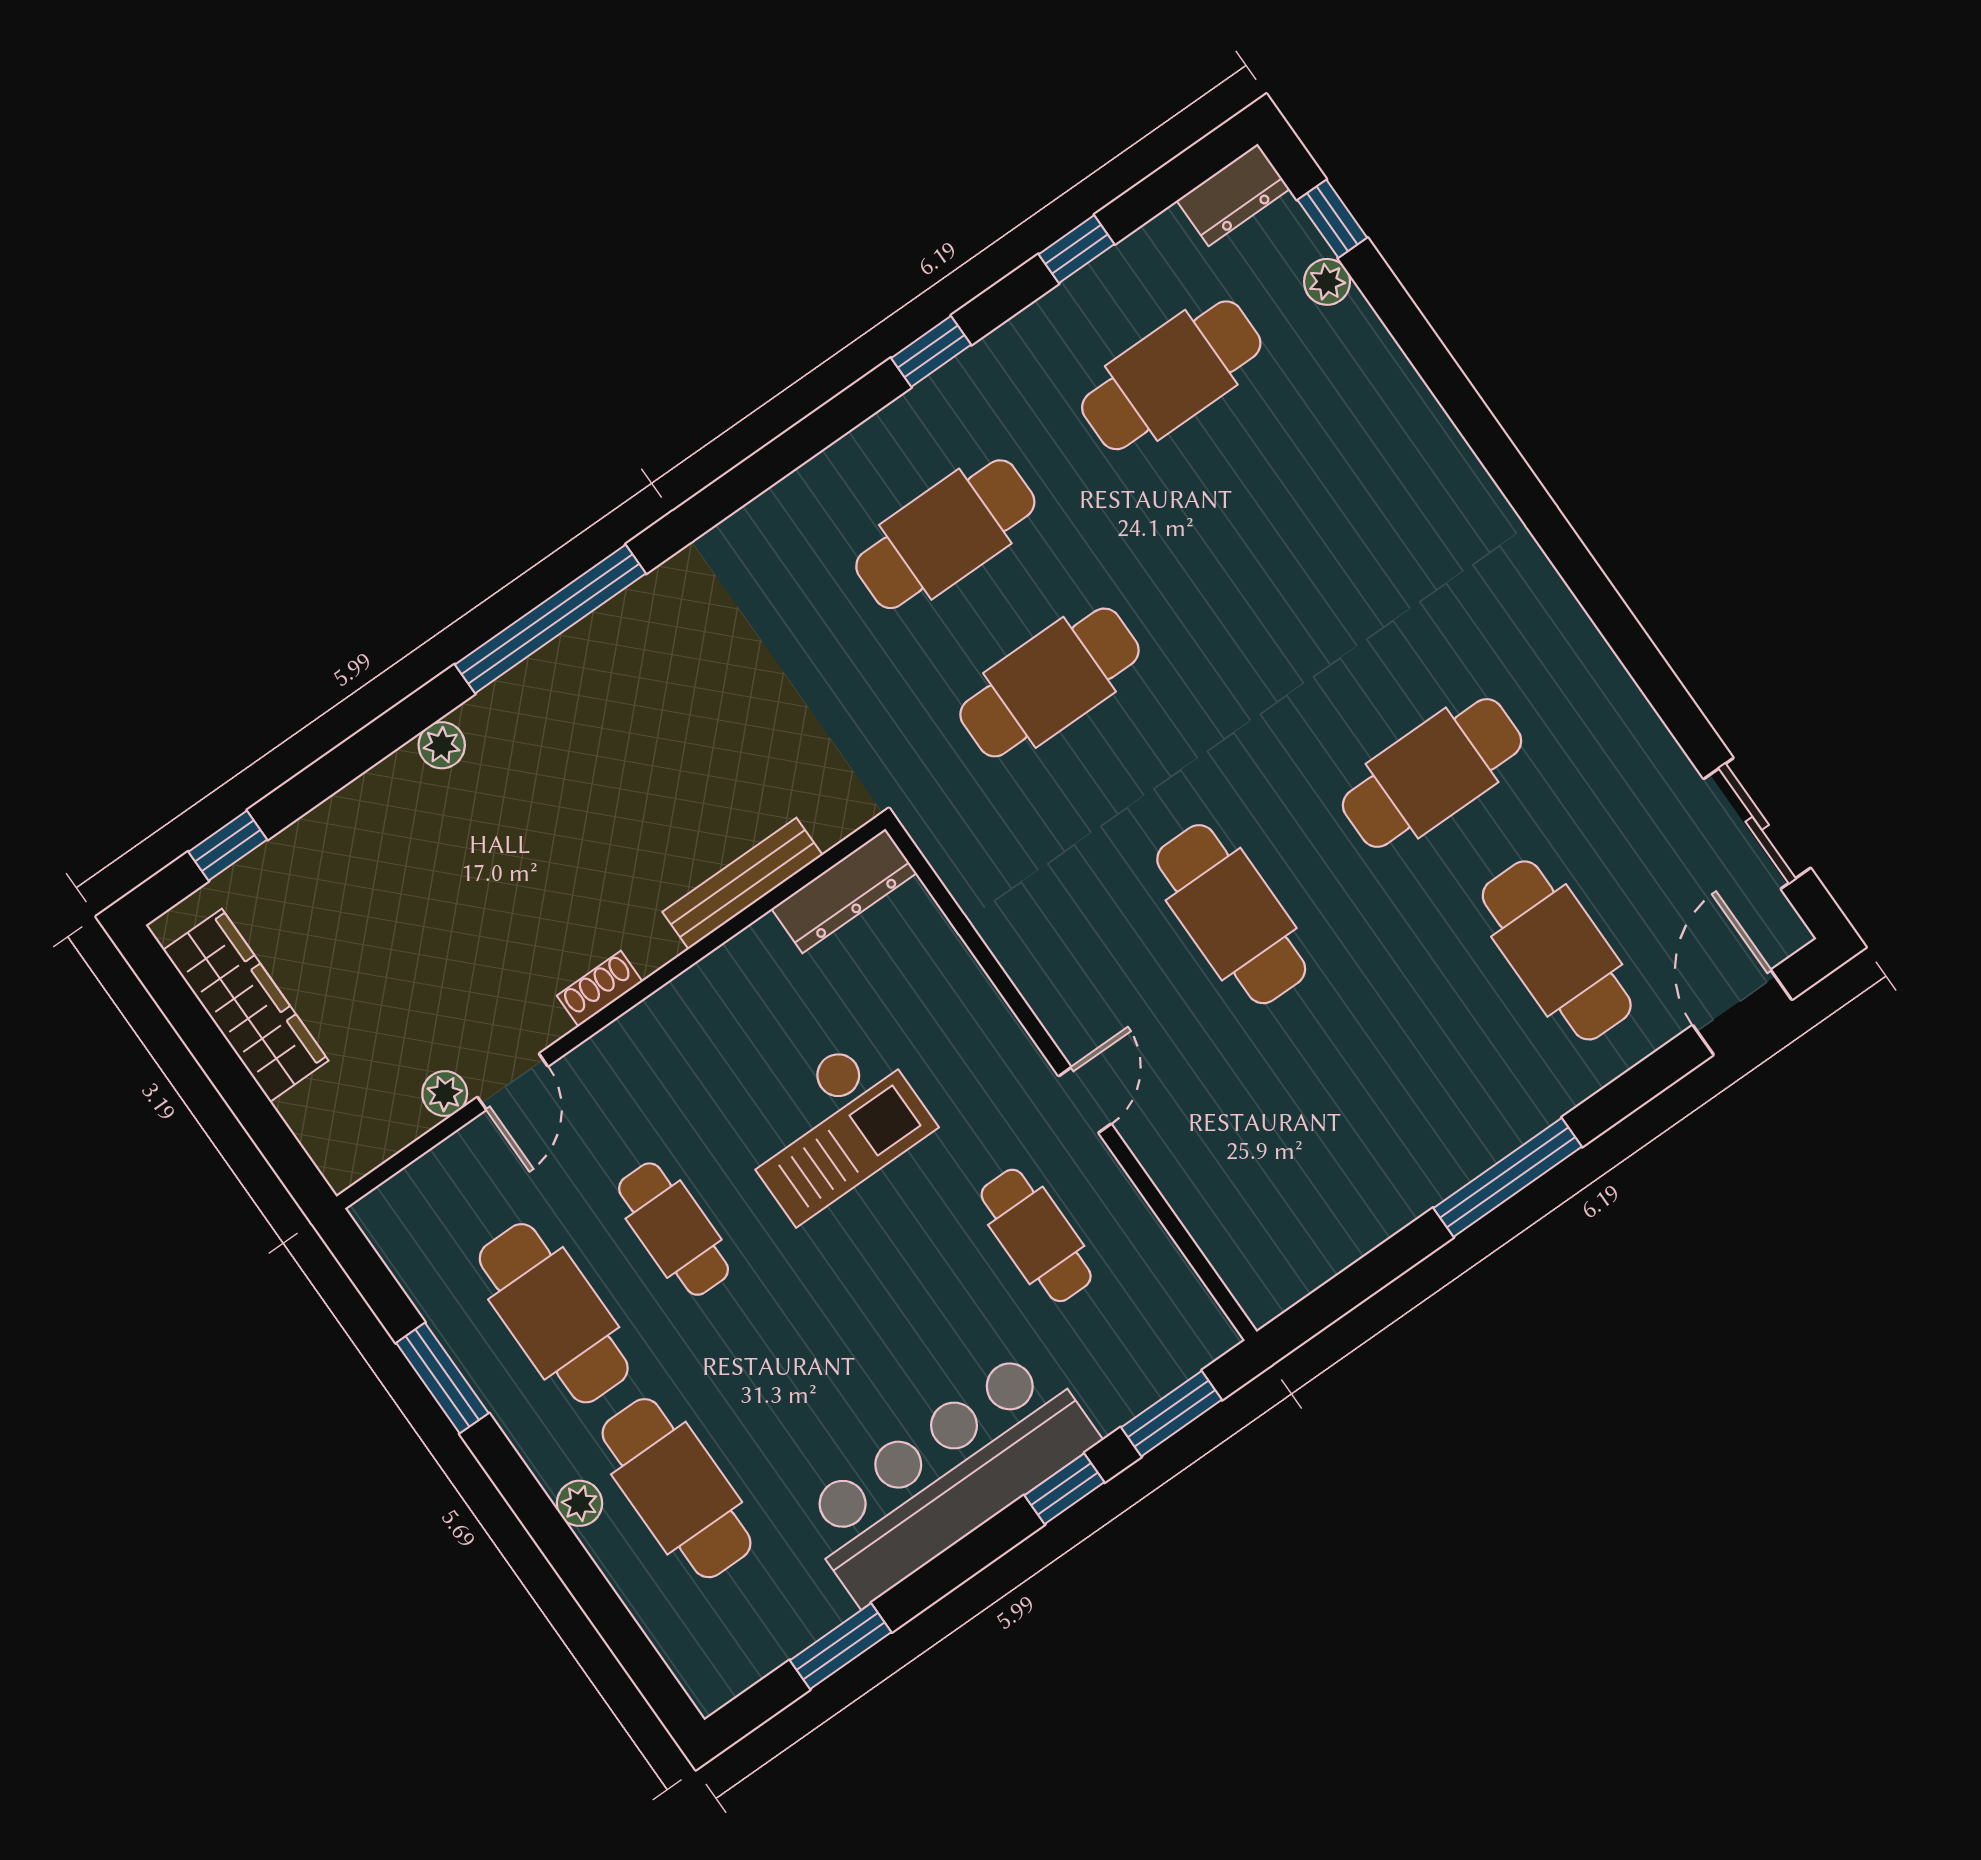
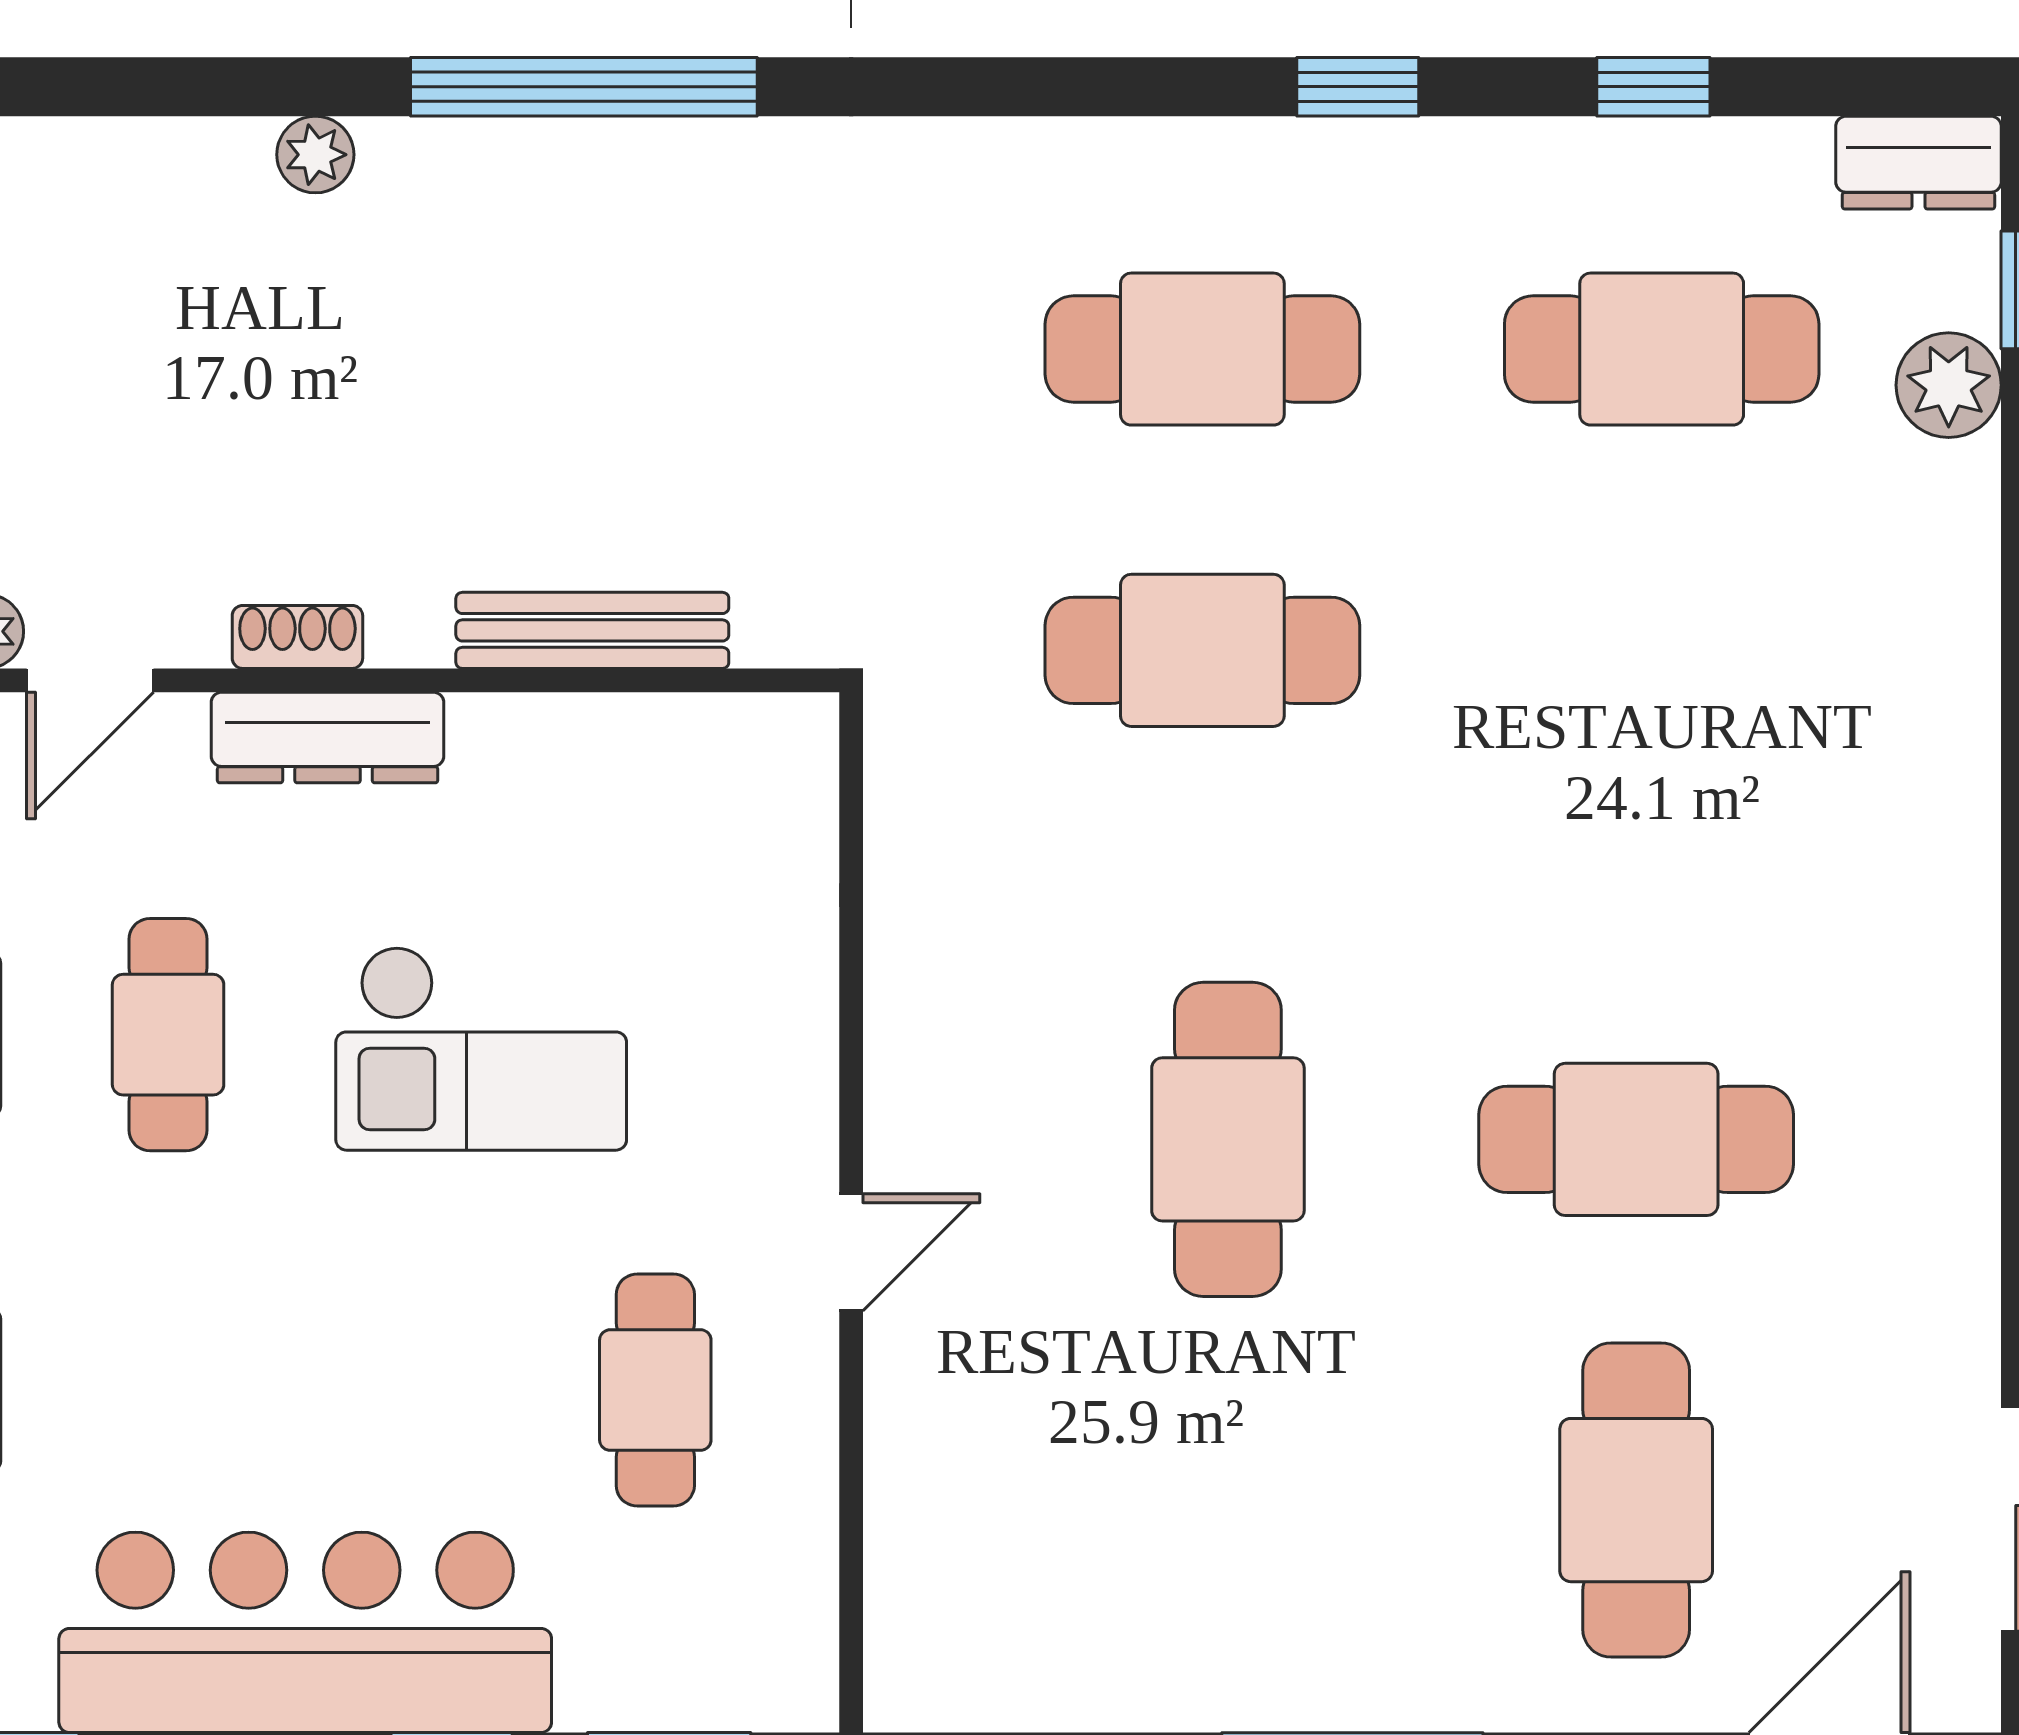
plant: (1327, 282) -> (1949, 385), width x1.38, depth x1.38
dresser: (844, 891) -> (328, 737), moved

